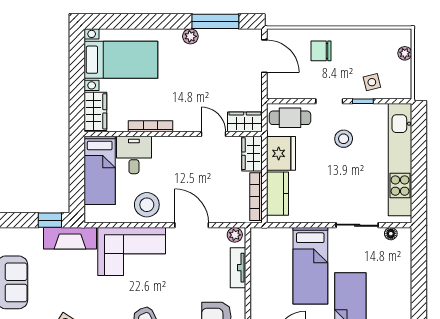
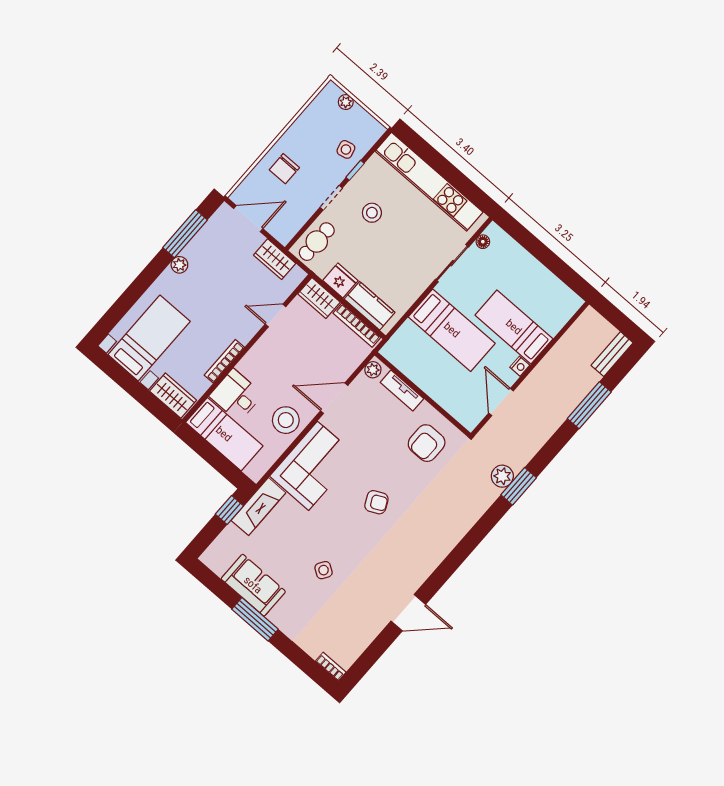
wardrobe: (245, 122) -> (275, 259), moved, turned -90
fridge: (281, 153) -> (340, 280), width x0.73, depth x0.75

